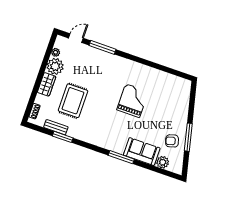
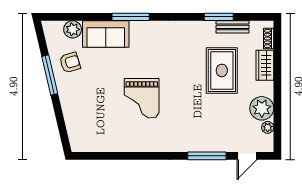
wardrobe: (47, 84) -> (265, 65), moved

